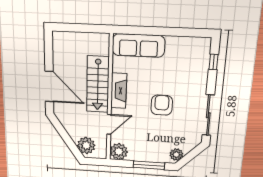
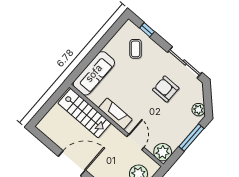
coffee table: (188, 65) -> (136, 49), added
stairs: (98, 84) -> (84, 113), moved
armchair: (162, 105) -> (166, 89), moved

